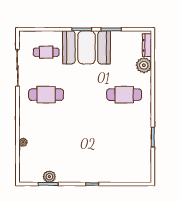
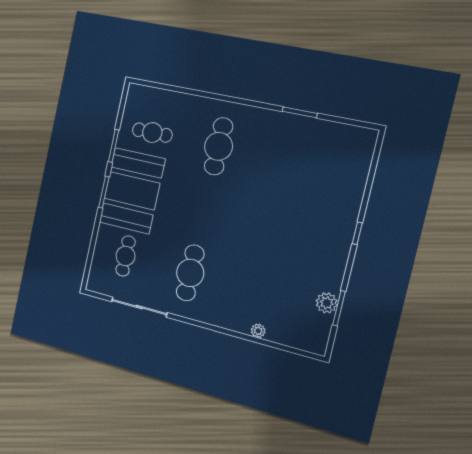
dresser: (147, 45) -> (150, 94), removed
cafe table: (124, 52) -> (152, 133), added
plant: (144, 65) -> (179, 105), removed

